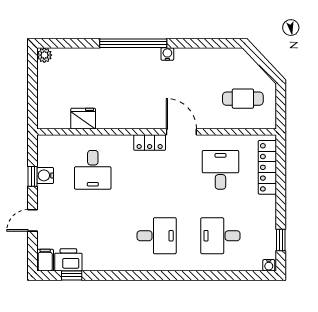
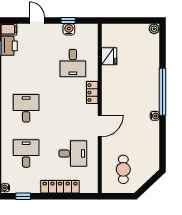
locker: (150, 142) -> (92, 93), moved
locker: (267, 167) -> (60, 187), moved
desk: (93, 170) -> (73, 63), turned -90
desk: (157, 236) -> (26, 108), turned 180

